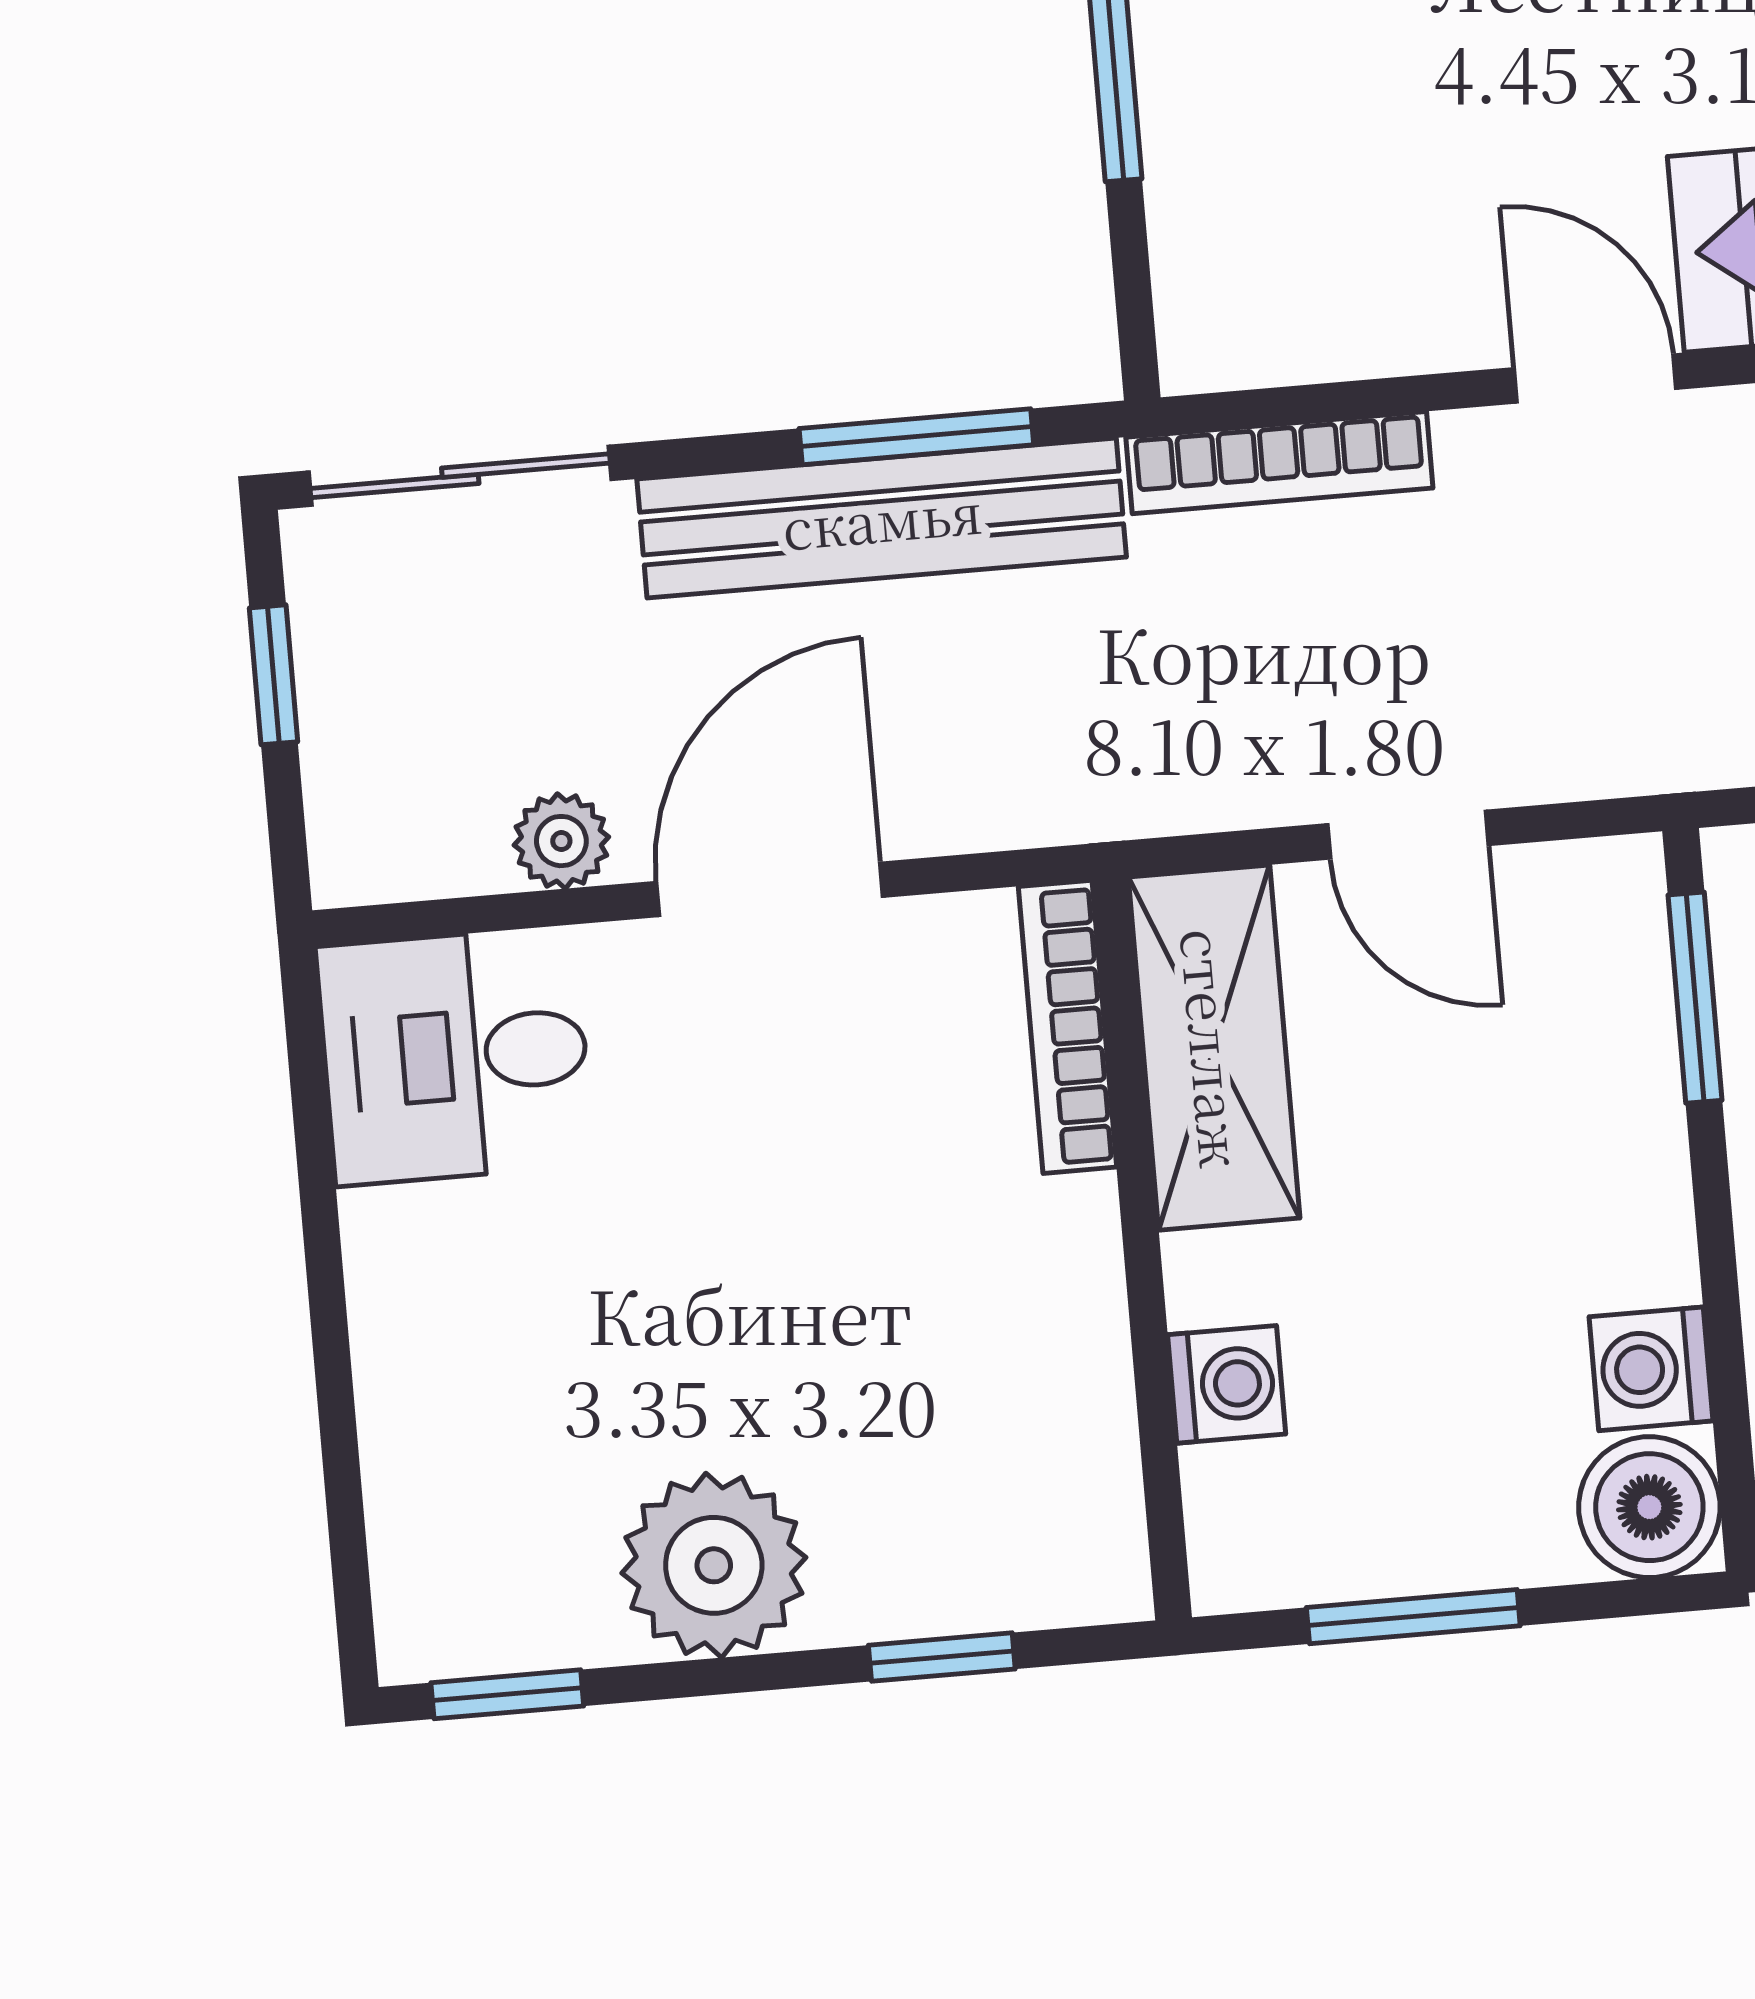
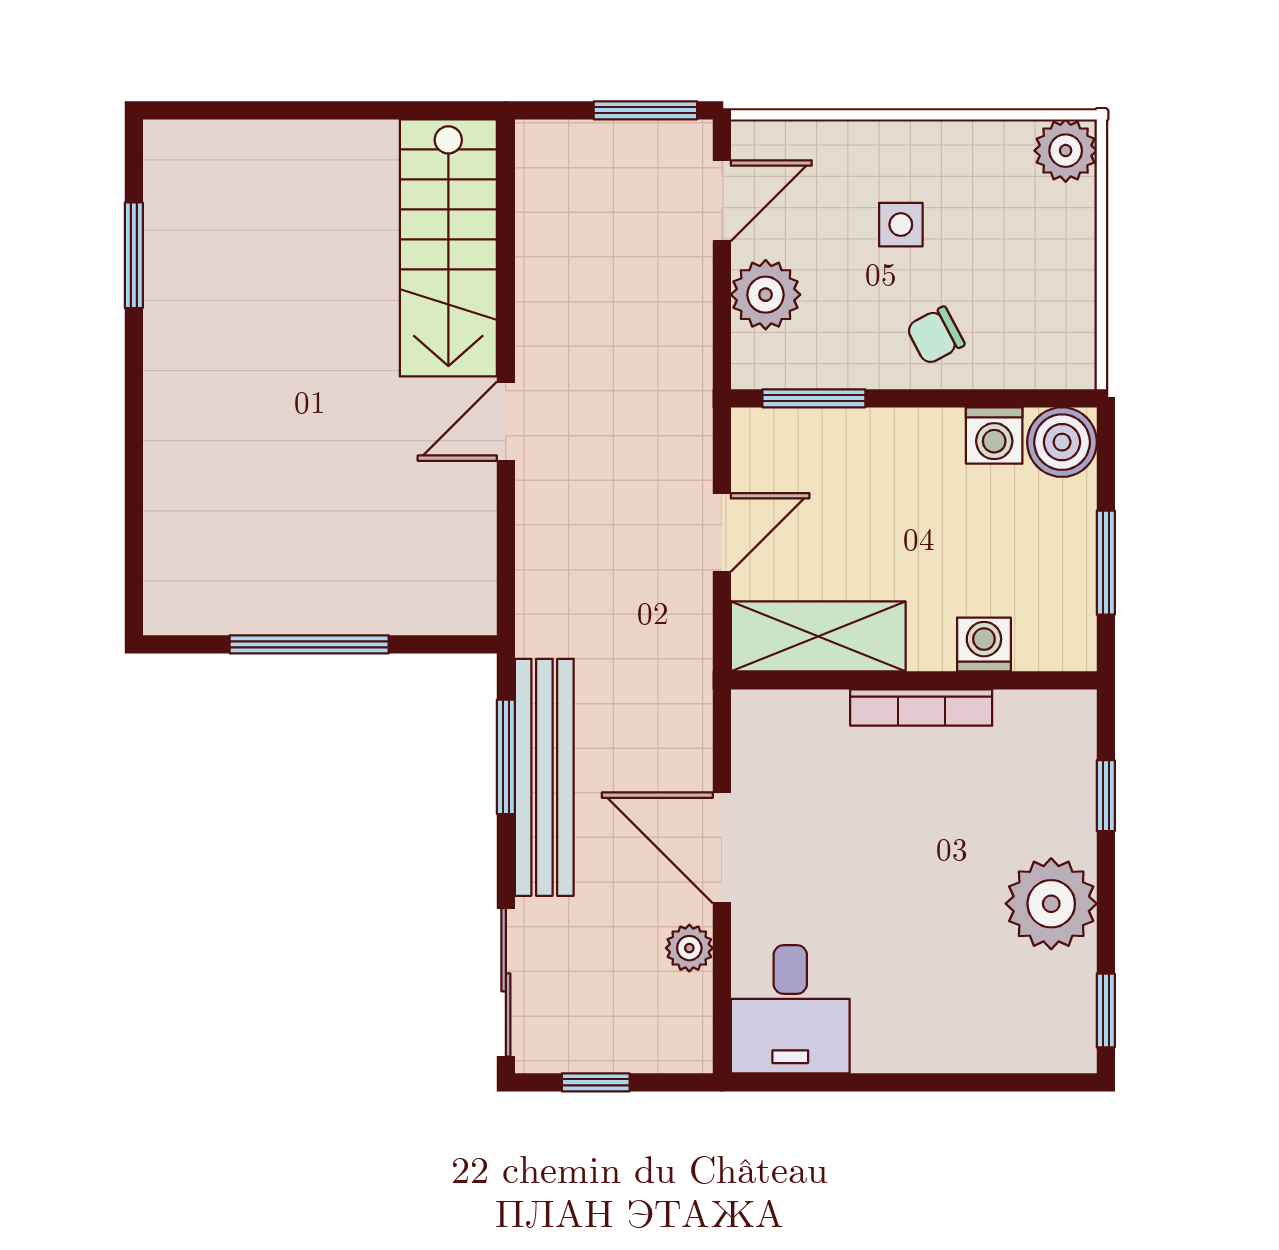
bookcase: (1279, 463) -> (534, 580), removed
bookcase: (1067, 1027) -> (921, 708), moved

